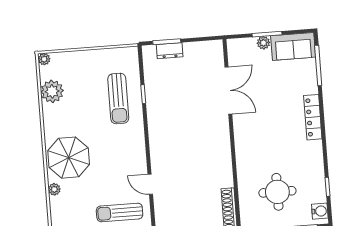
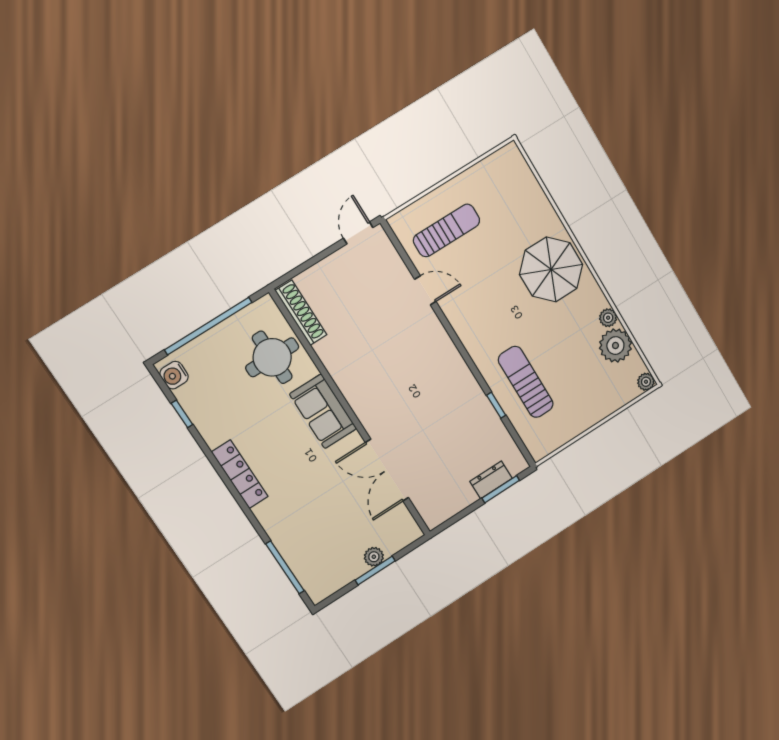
sofa: (293, 46) -> (323, 411), moved, turned -90
locker: (313, 117) -> (240, 474), moved
plant: (54, 189) -> (608, 318), moved
round table: (277, 192) -> (272, 357), moved

